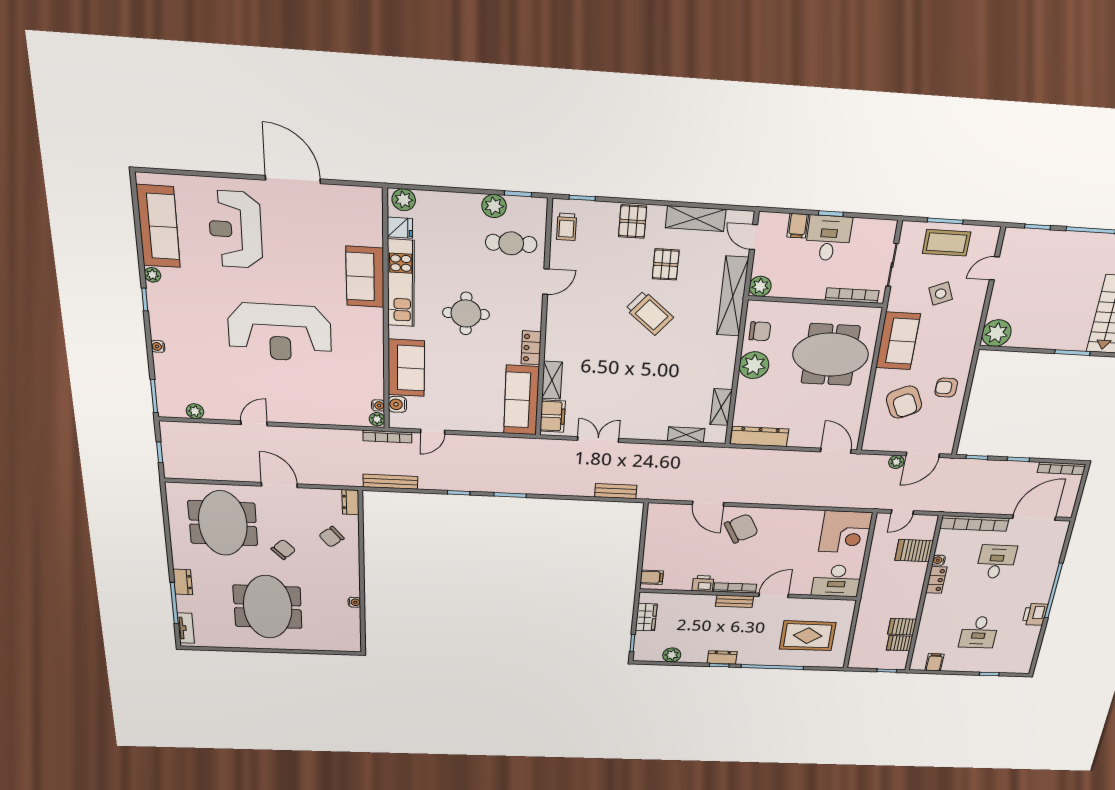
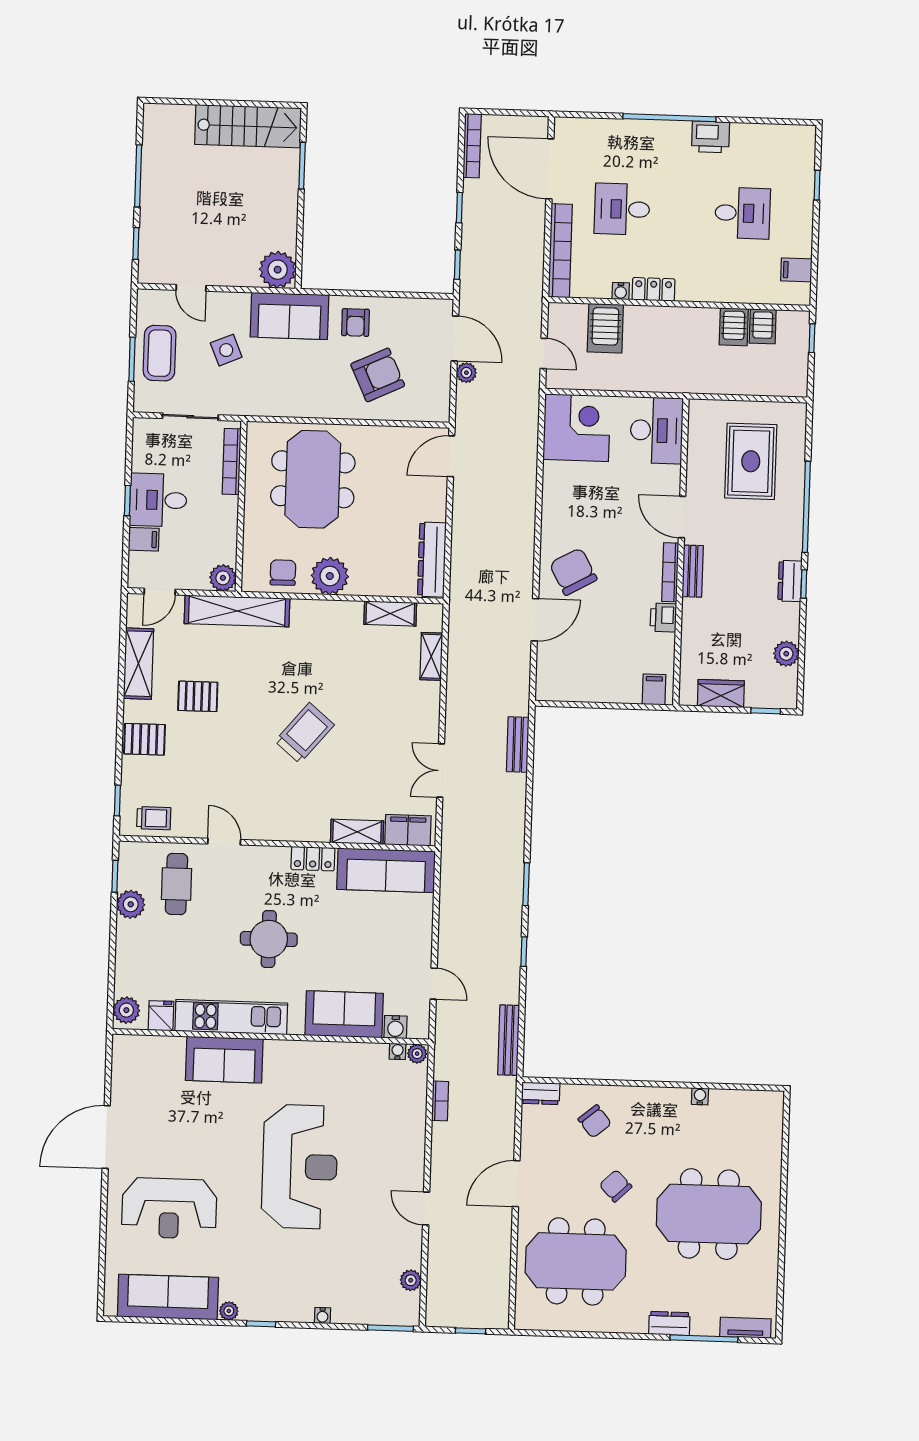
trolley: (649, 313) -> (305, 733), moved
sofa: (898, 341) -> (289, 316), moved, turned 180
bookcase: (387, 437) -> (440, 1101), moved, width x0.64

